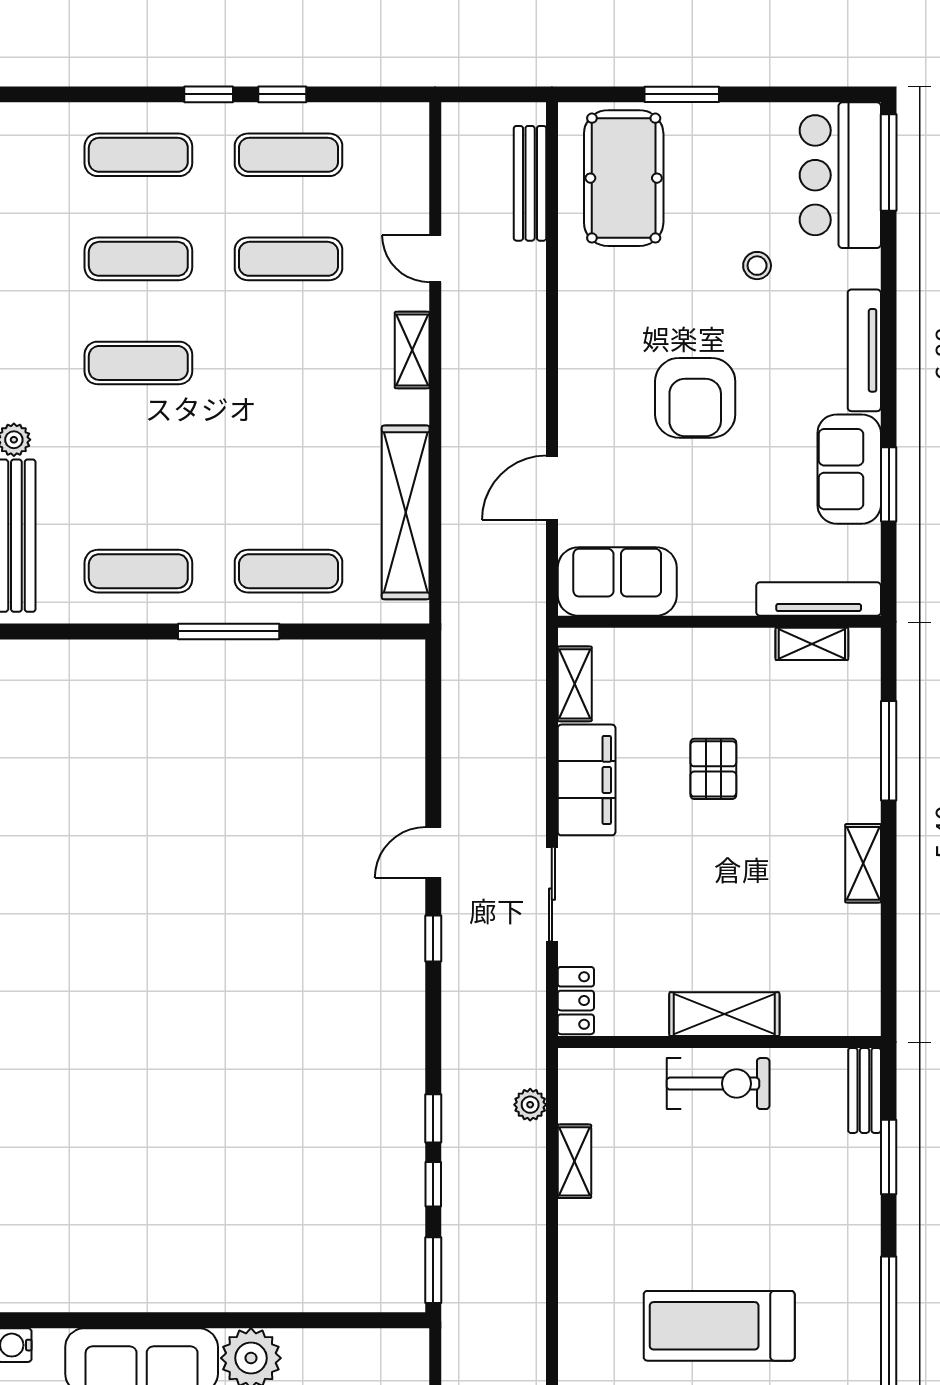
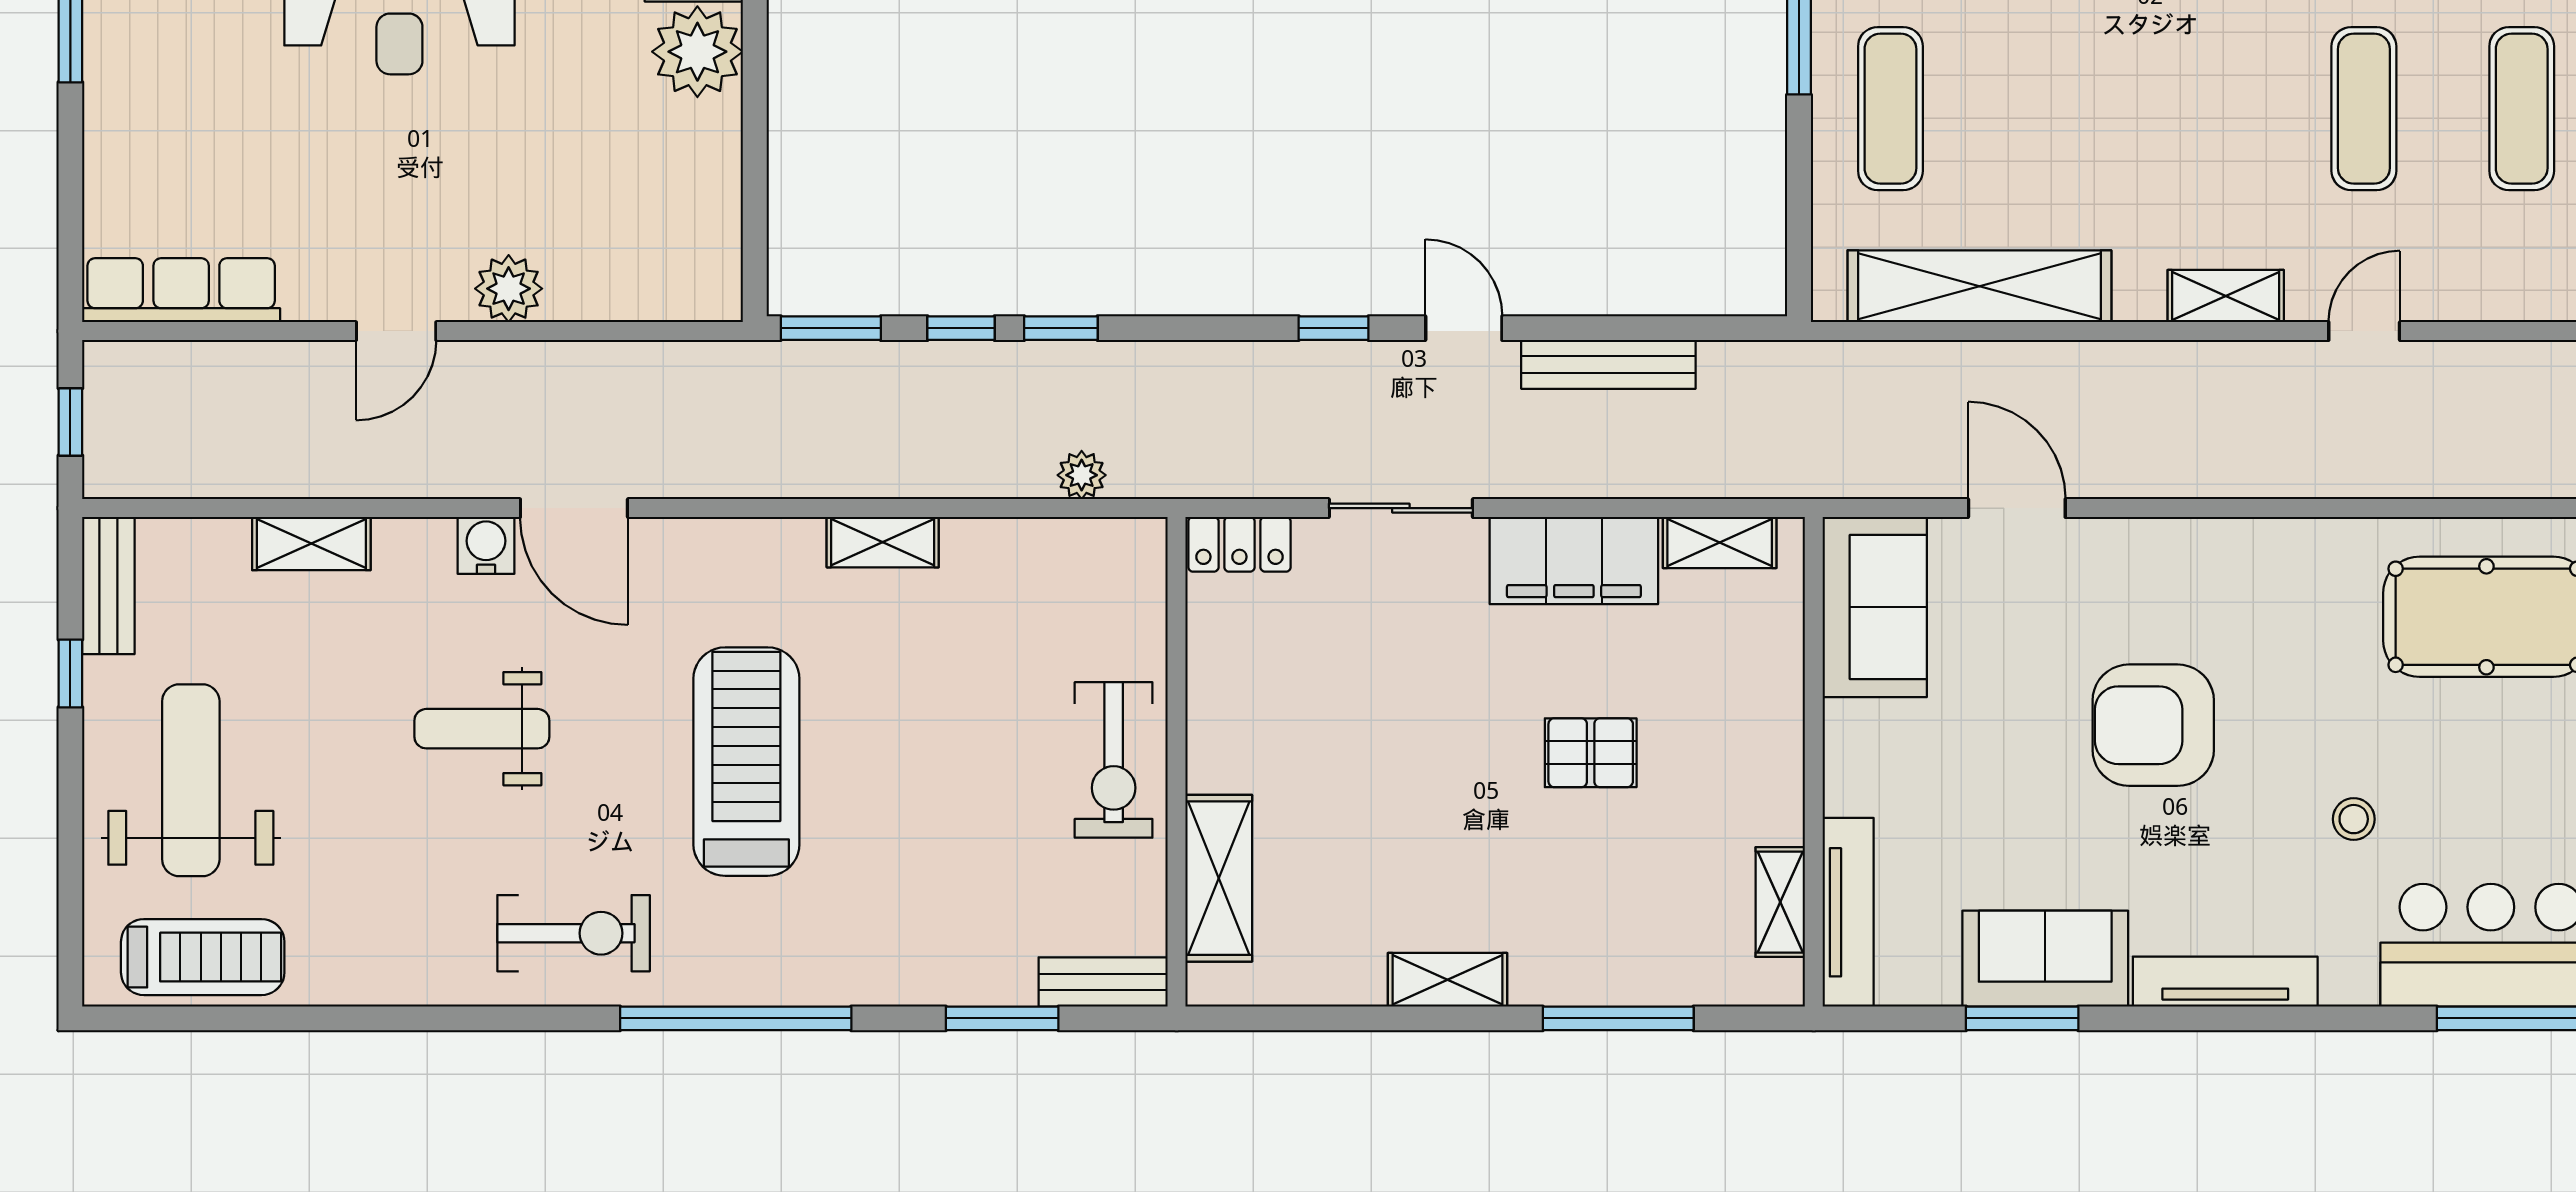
bench: (530, 183) -> (1608, 364), moved
shelving: (724, 1014) -> (1219, 878), moved
shelving: (574, 1161) -> (883, 542), moved

